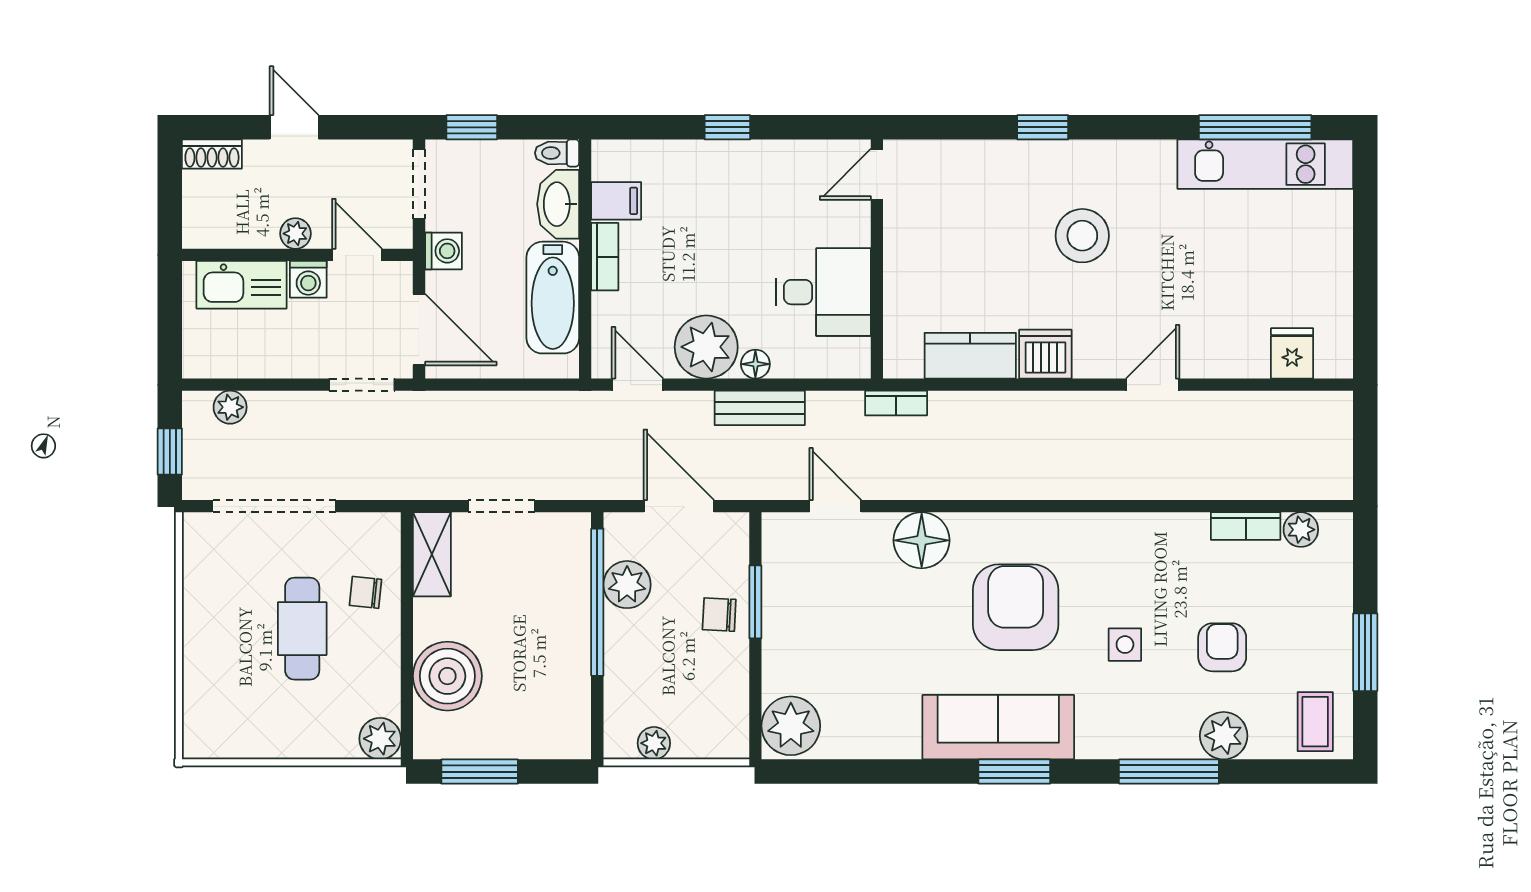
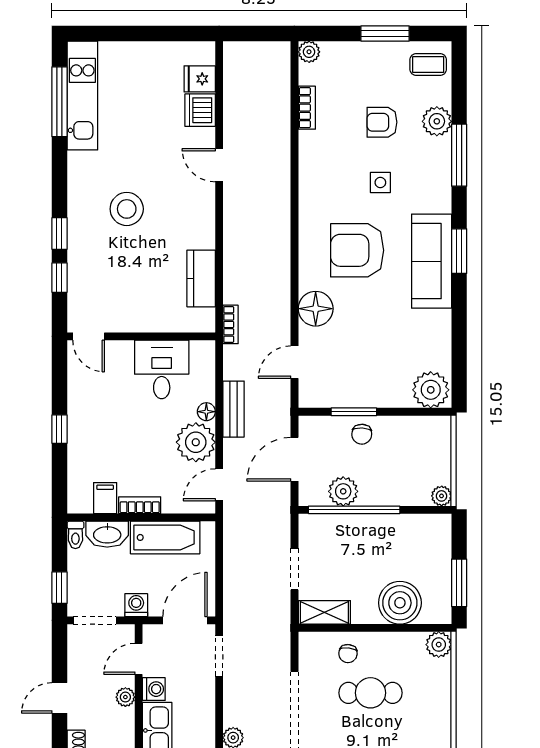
window: (972, 127) -> (59, 278), added
dishwasher: (1045, 354) -> (200, 110), moved
plant: (1301, 530) -> (309, 52), moved
plant: (654, 743) -> (442, 496), moved

